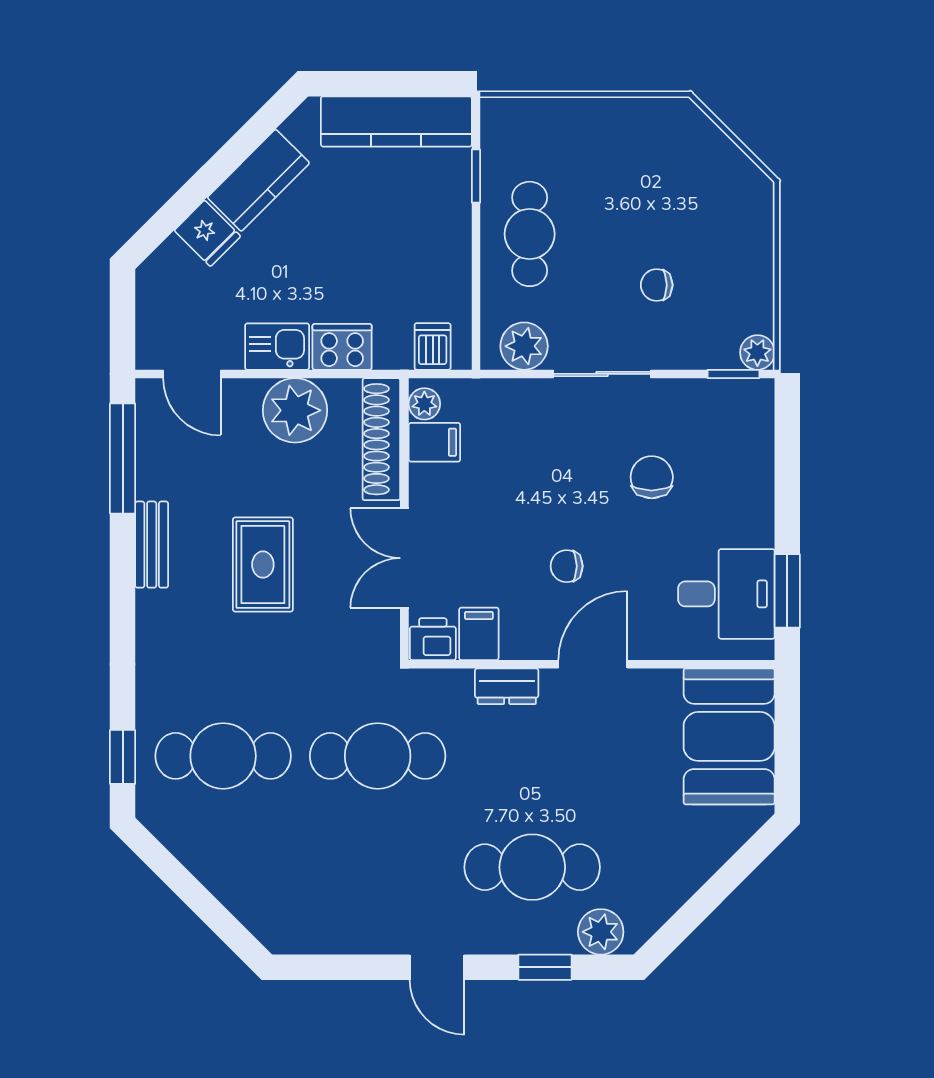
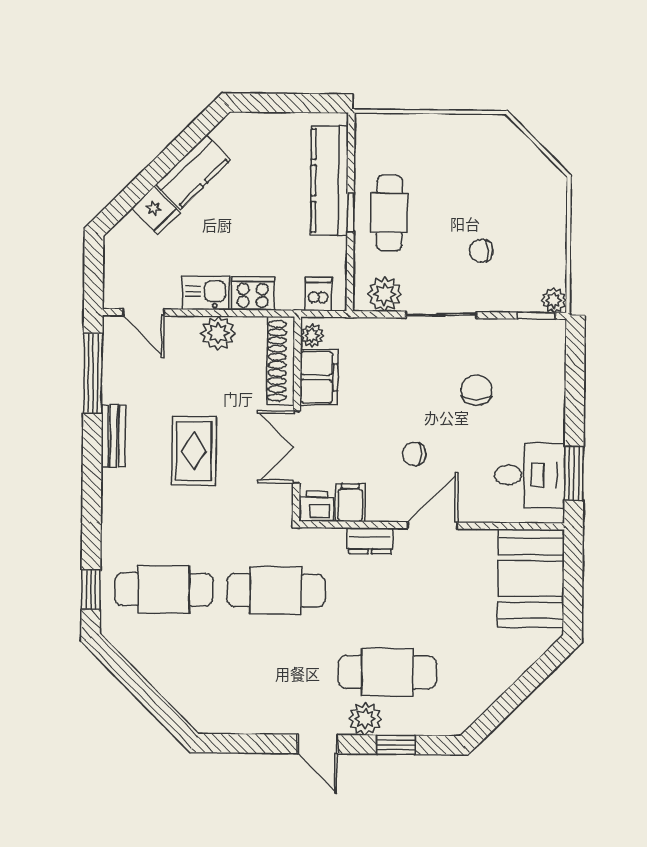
kitchen counter: (396, 121) -> (330, 181), moved, turned 90
window: (476, 176) -> (351, 212), moved
plant: (295, 410) -> (218, 333), width x0.73, depth x0.73
filing cabinet: (434, 442) -> (319, 377), width x2.00
plant: (601, 932) -> (365, 719), moved

